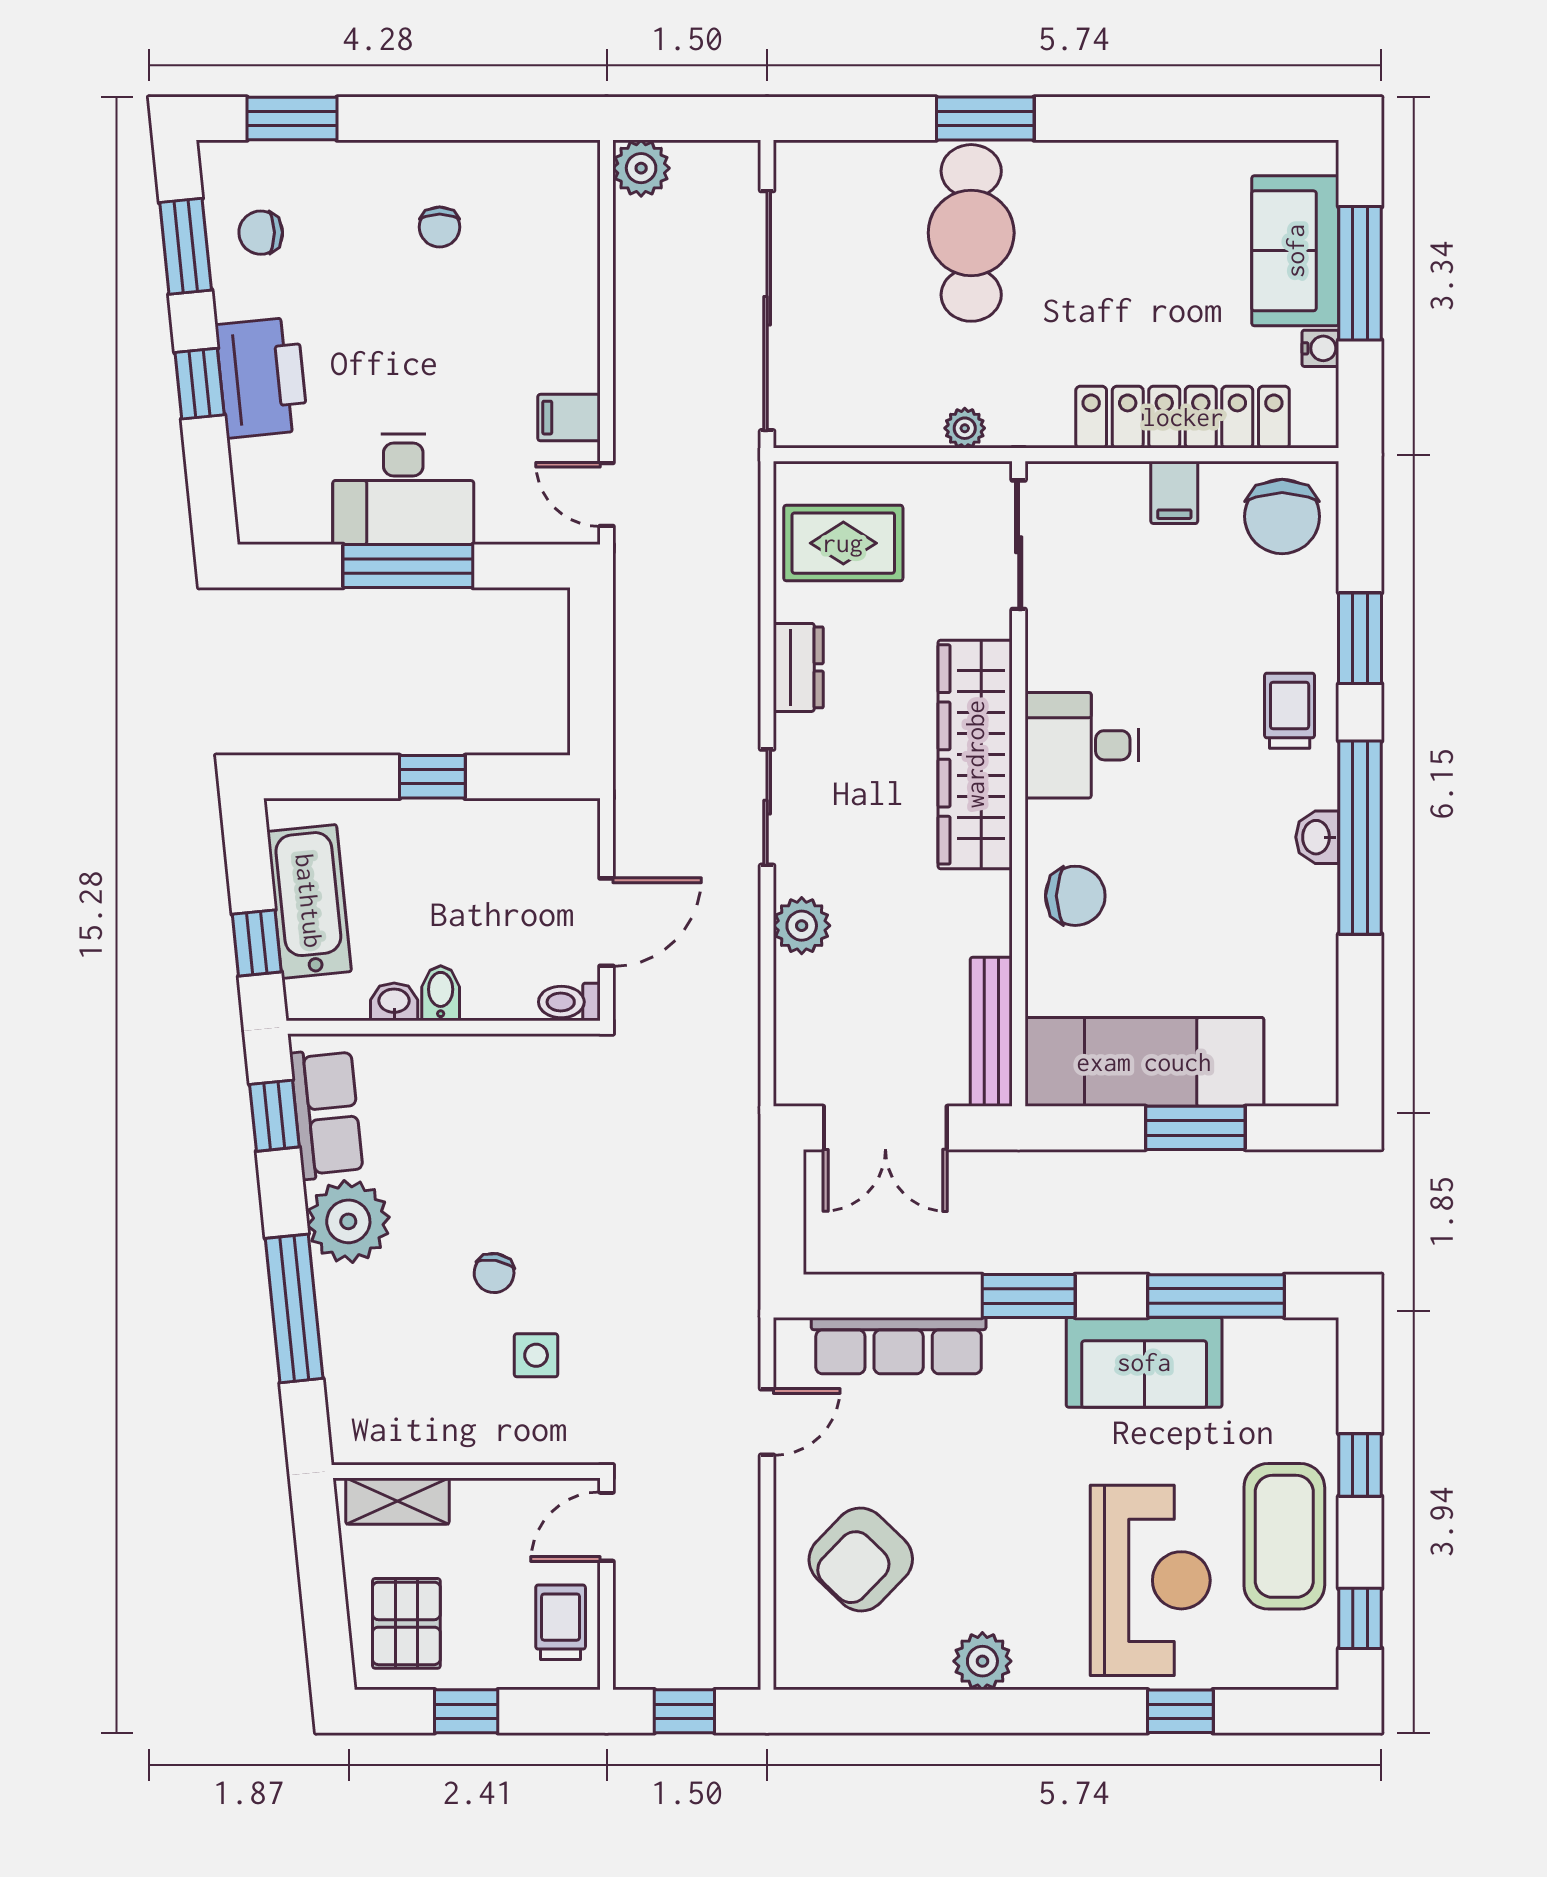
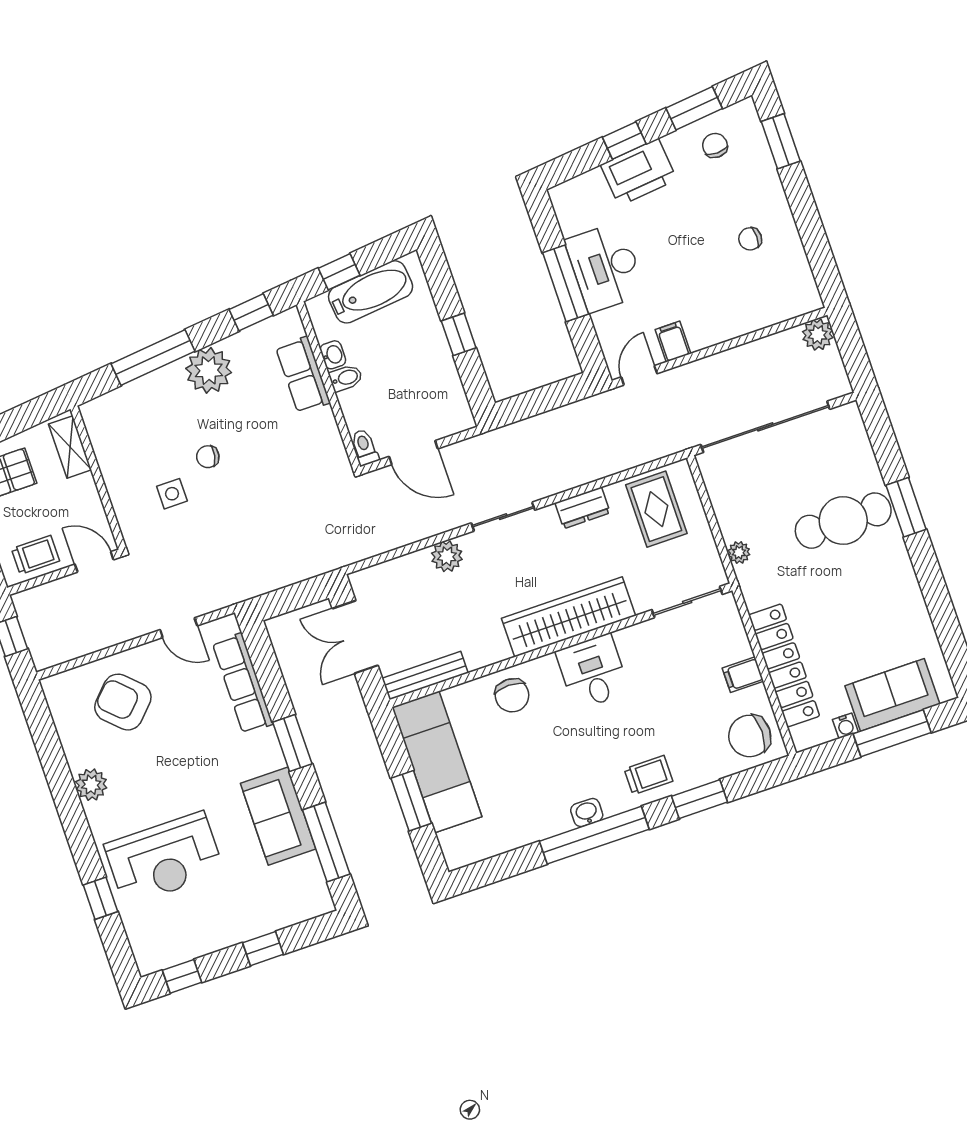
row of seats: (326, 1114) -> (303, 375), moved, turned 96
coffee table: (1284, 1536) -> (212, 921), removed

